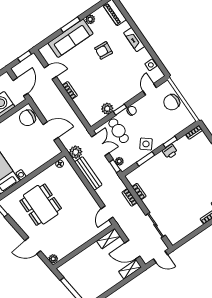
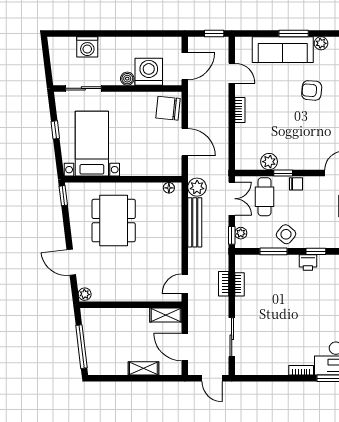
shelving: (130, 269) -> (143, 368), moved

